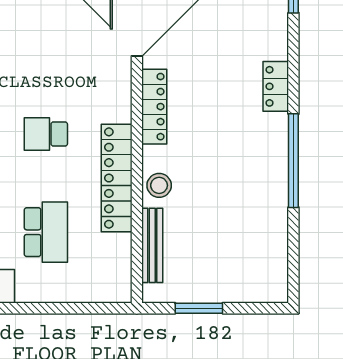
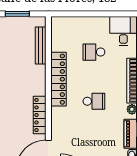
stool: (159, 185) -> (37, 75), removed
school desk: (46, 232) -> (94, 52), width x0.54

